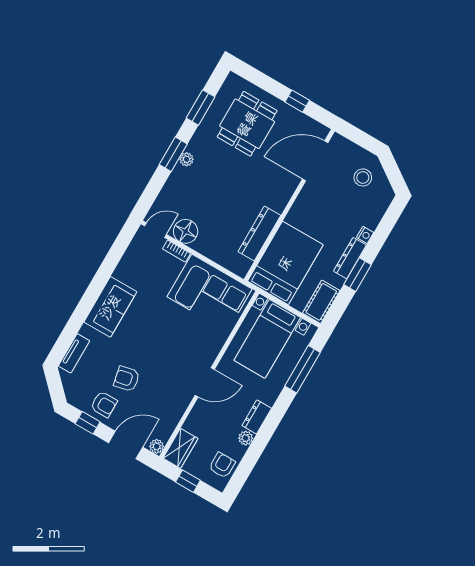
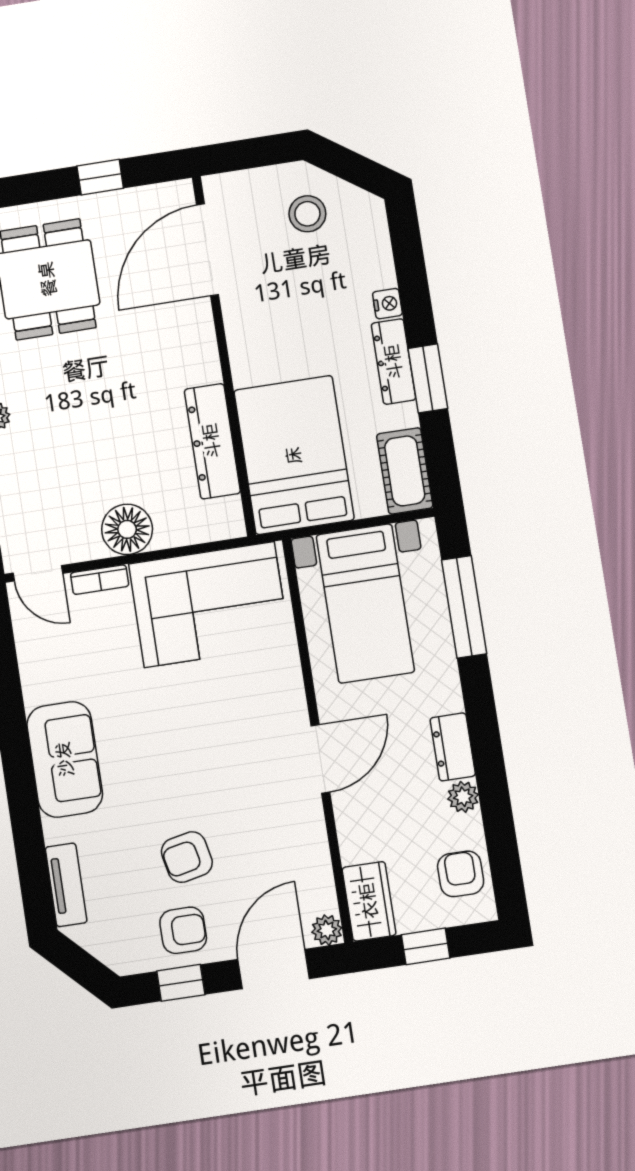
door: (156, 230) -> (38, 573), swing flipped
floor lamp: (186, 231) -> (127, 529), moved

